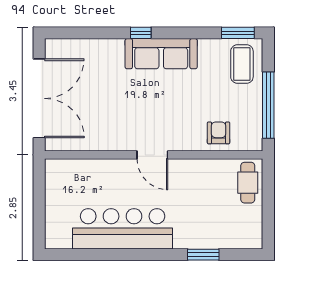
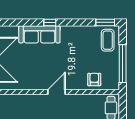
sofa: (161, 54) -> (39, 34), moved
door: (152, 155) -> (57, 92), swing flipped

